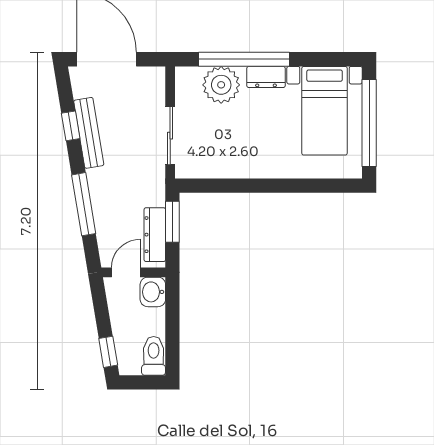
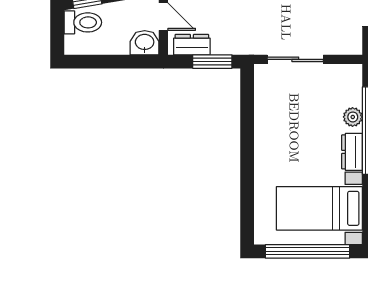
plant: (221, 85) -> (353, 117), width x0.53, depth x0.53
dresser: (155, 235) -> (192, 45), width x0.70
toilet: (154, 356) -> (83, 22), moved

